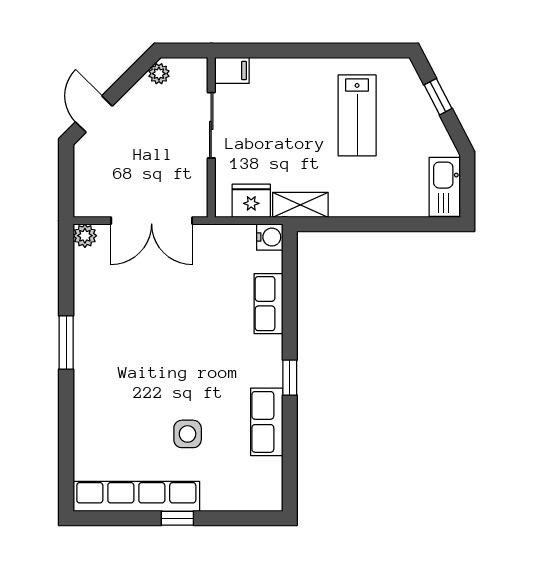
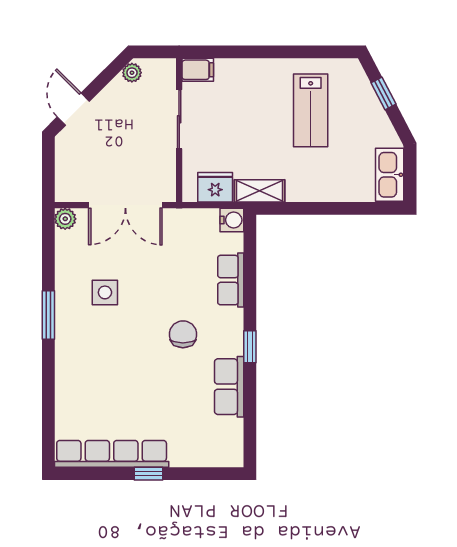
chair: (216, 364) -> (183, 334), added
side table: (188, 434) -> (105, 292), moved

